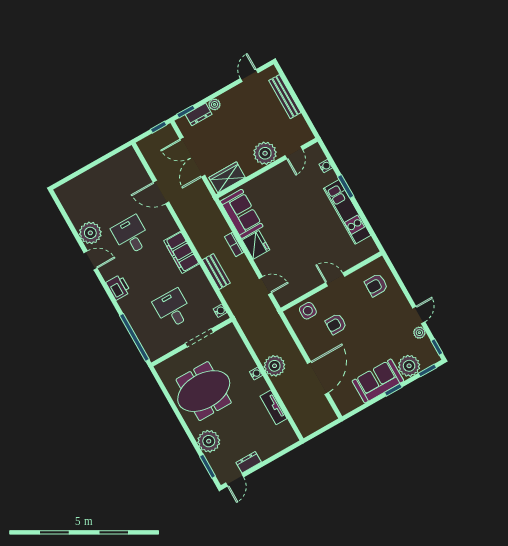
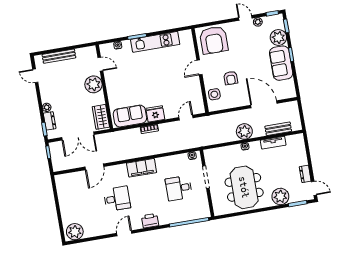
plant: (90, 233) -> (75, 232), moved
desk: (131, 235) -> (117, 199), turned 180
bench: (216, 271) -> (278, 129), moved
armchair: (376, 285) -> (214, 40), width x1.88, depth x1.88

